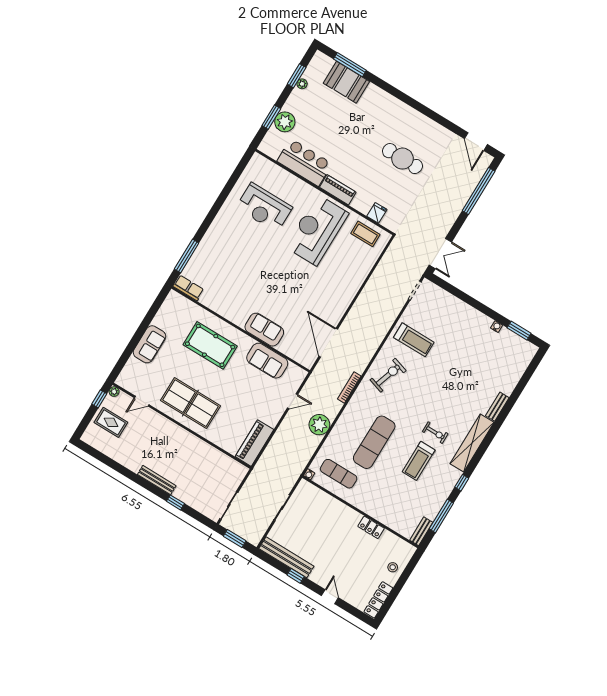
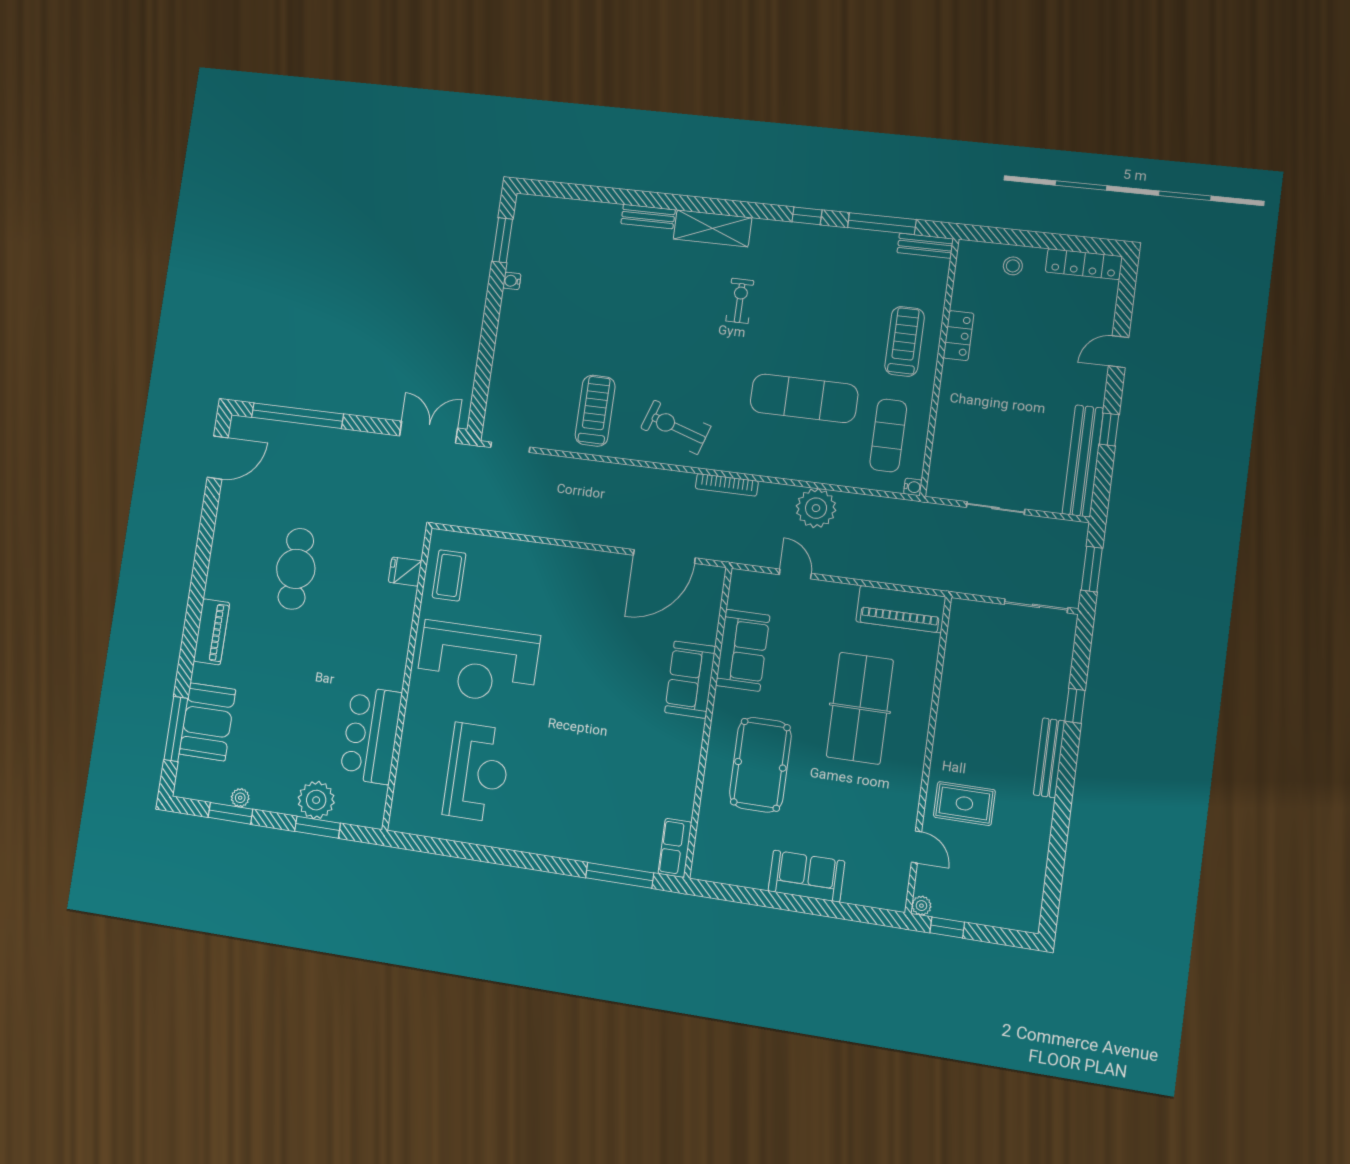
piano: (338, 190) -> (211, 632), moved, turned 180
table tennis table: (191, 403) -> (860, 708), moved
rug: (111, 422) -> (964, 803), moved, turned 90
shelving: (472, 443) -> (712, 228), width x0.68
treadmill: (419, 461) -> (905, 341), moved, turned -90

